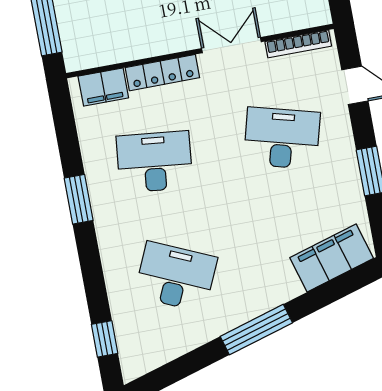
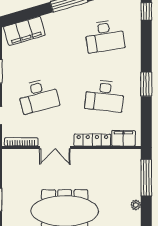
desk: (282, 138) -> (38, 96), turned -30
desk: (176, 277) -> (105, 36), turned -33

